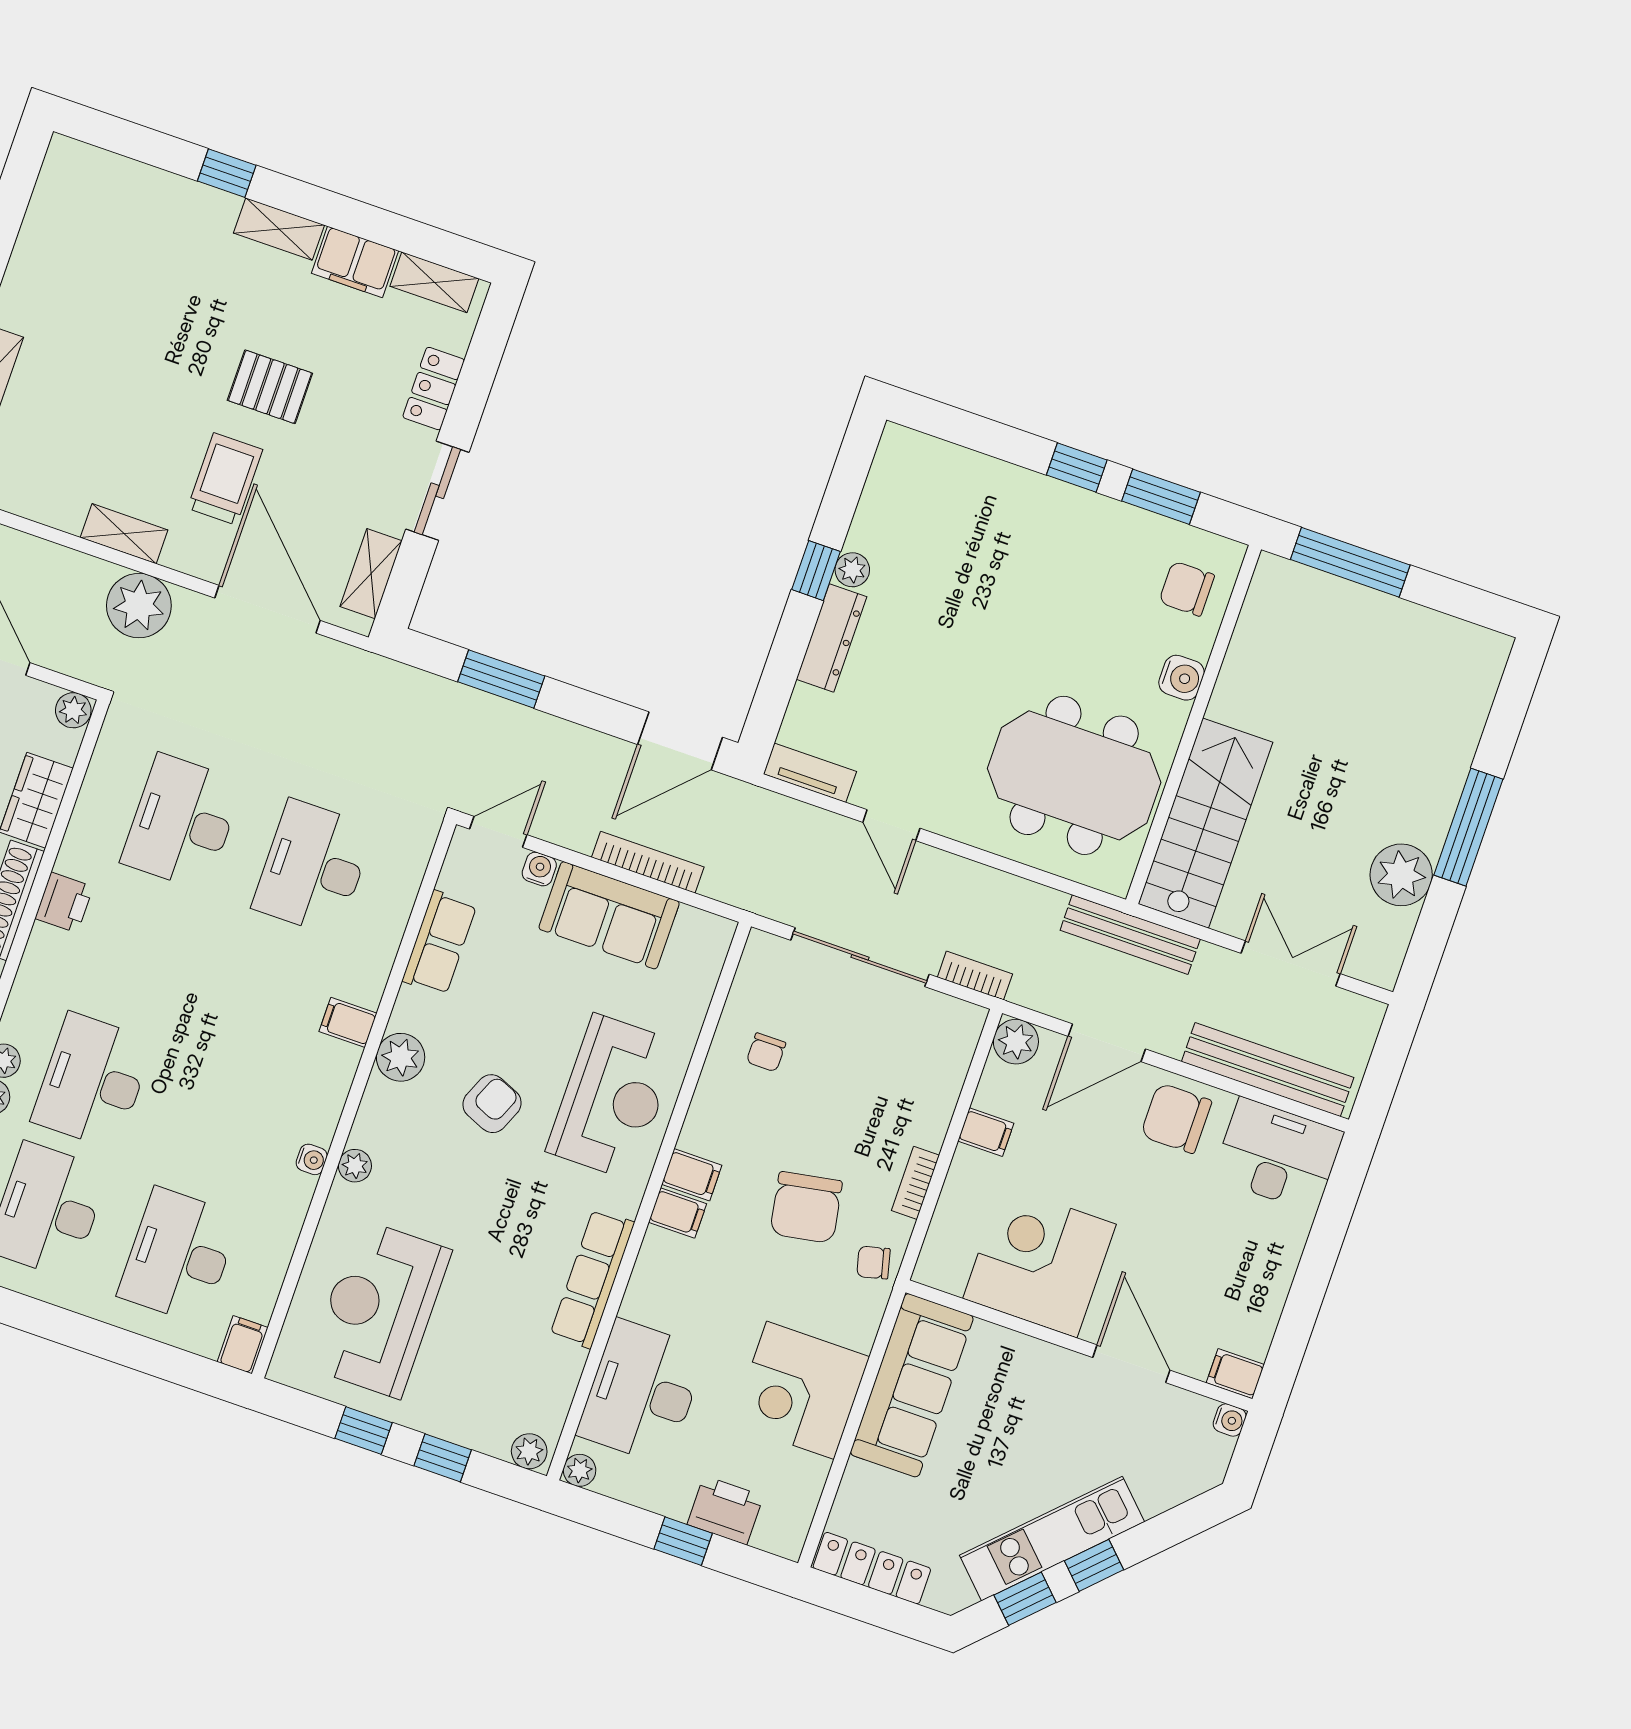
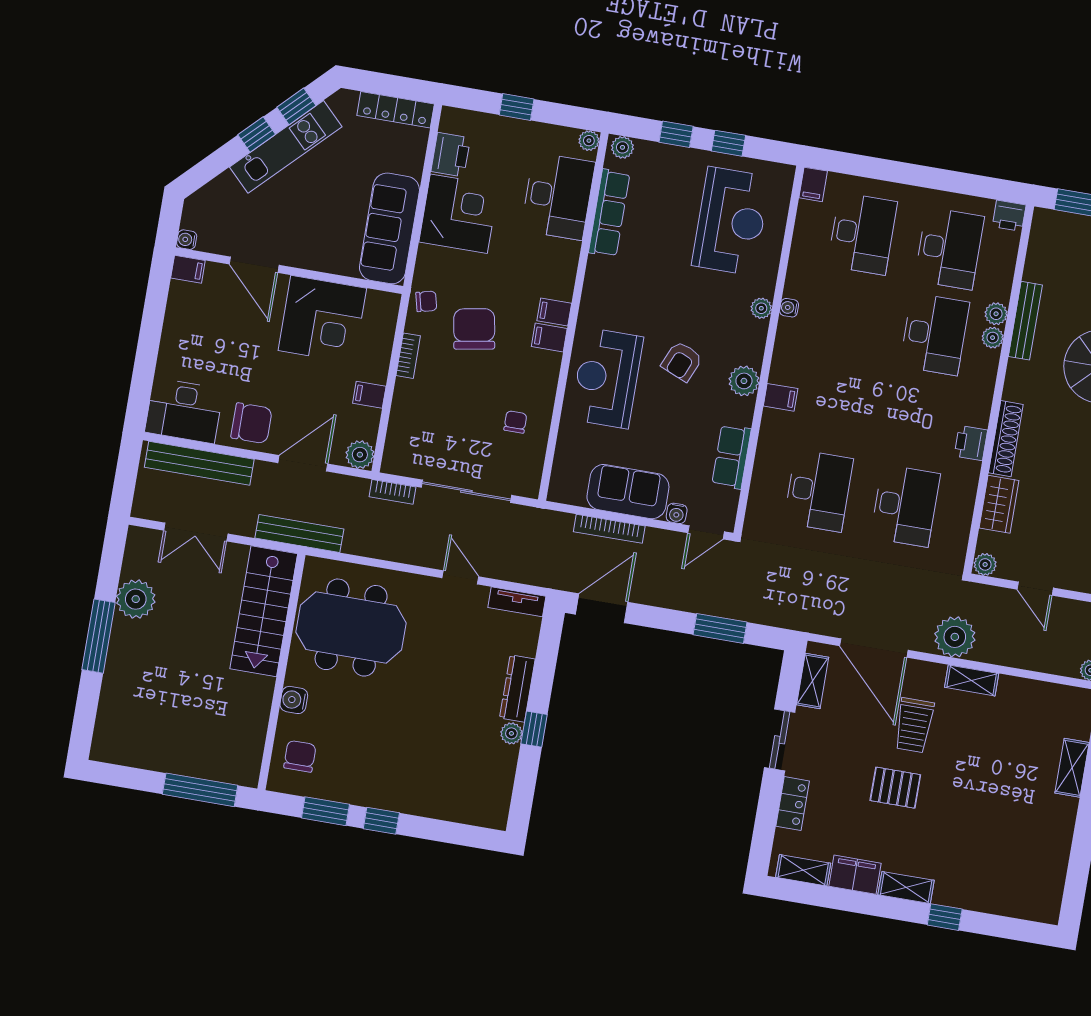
chair: (1187, 589) -> (300, 756), turned -90
row of seats: (592, 1279) -> (609, 213), moved
printer: (725, 1510) -> (451, 155), moved, turned -90

